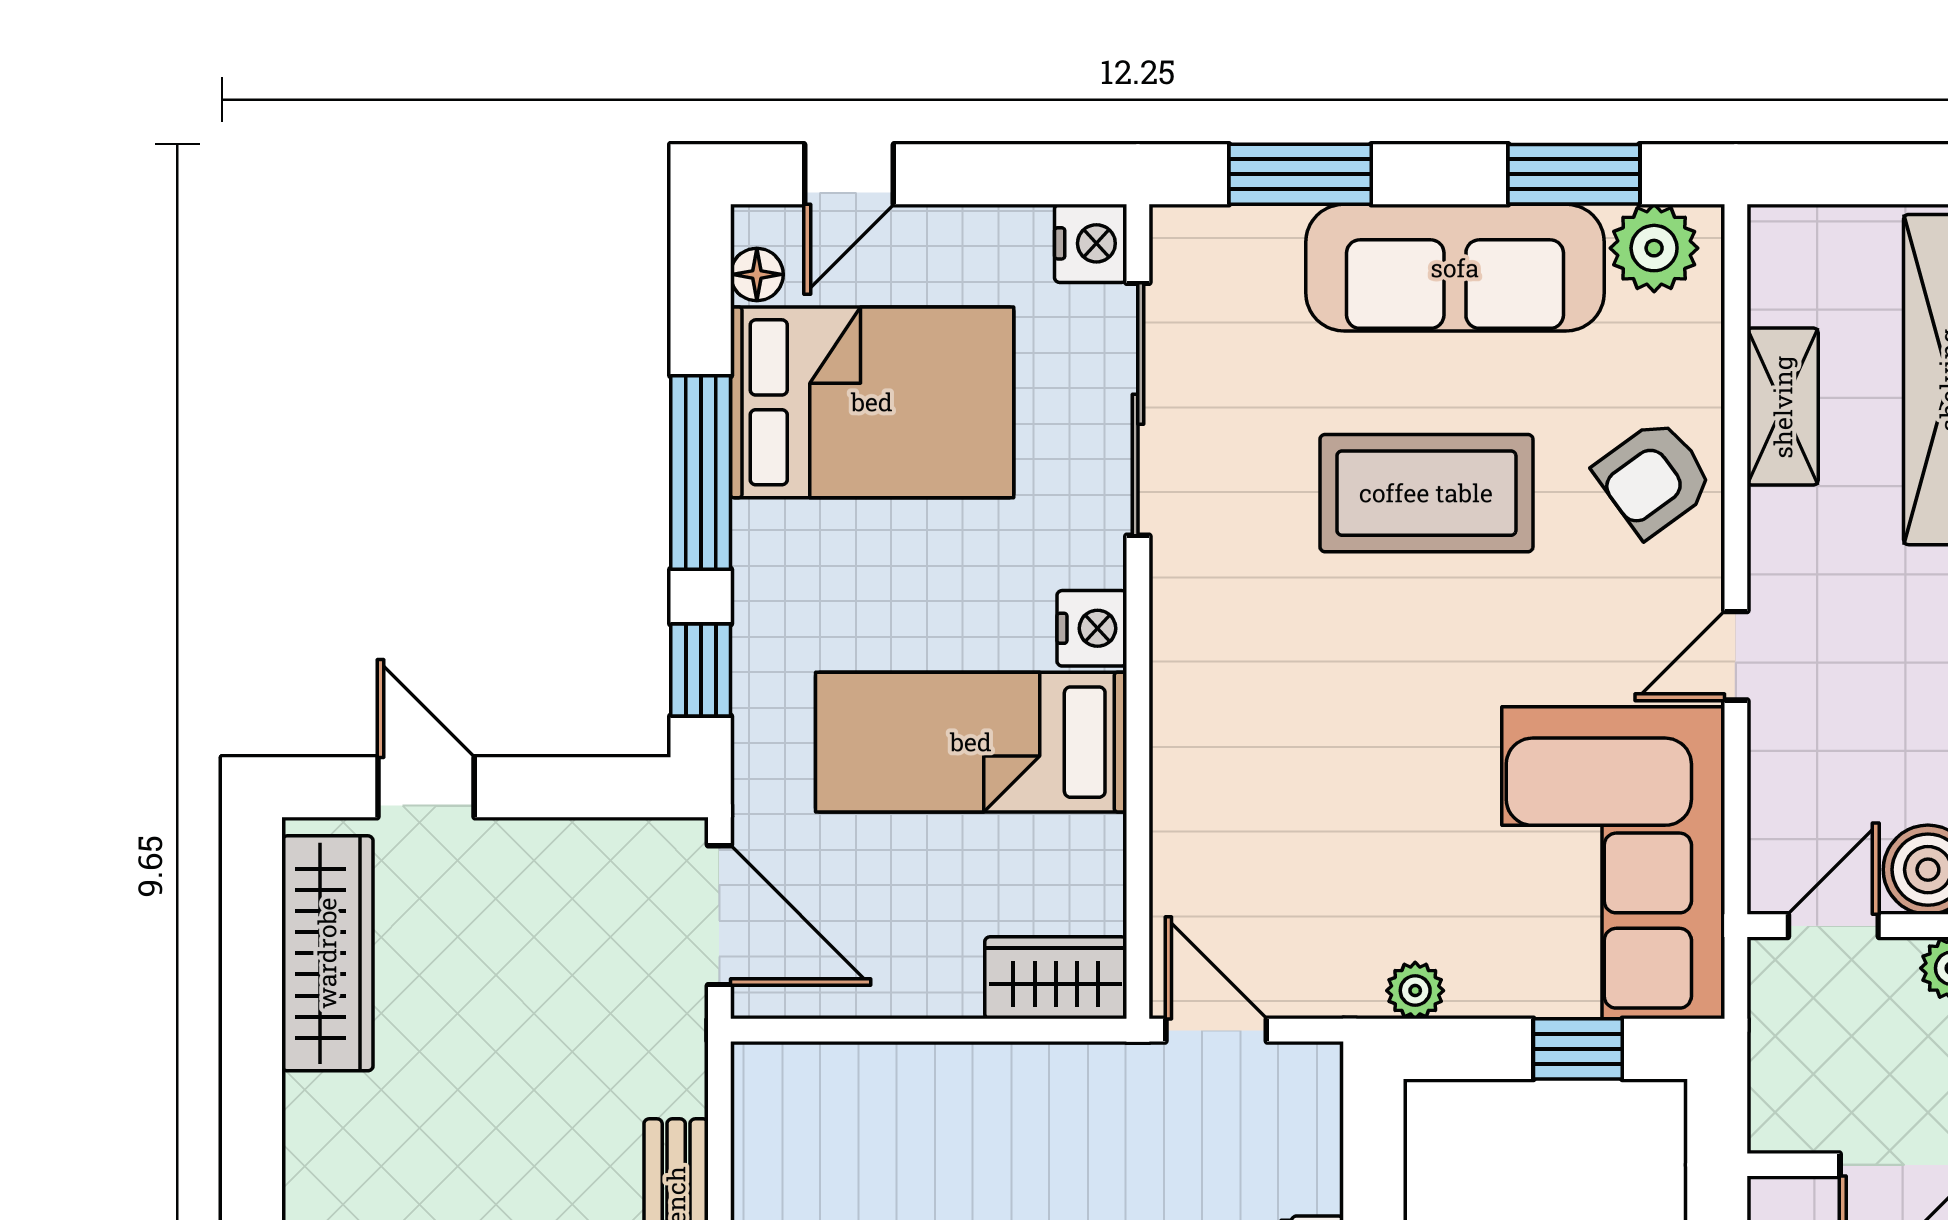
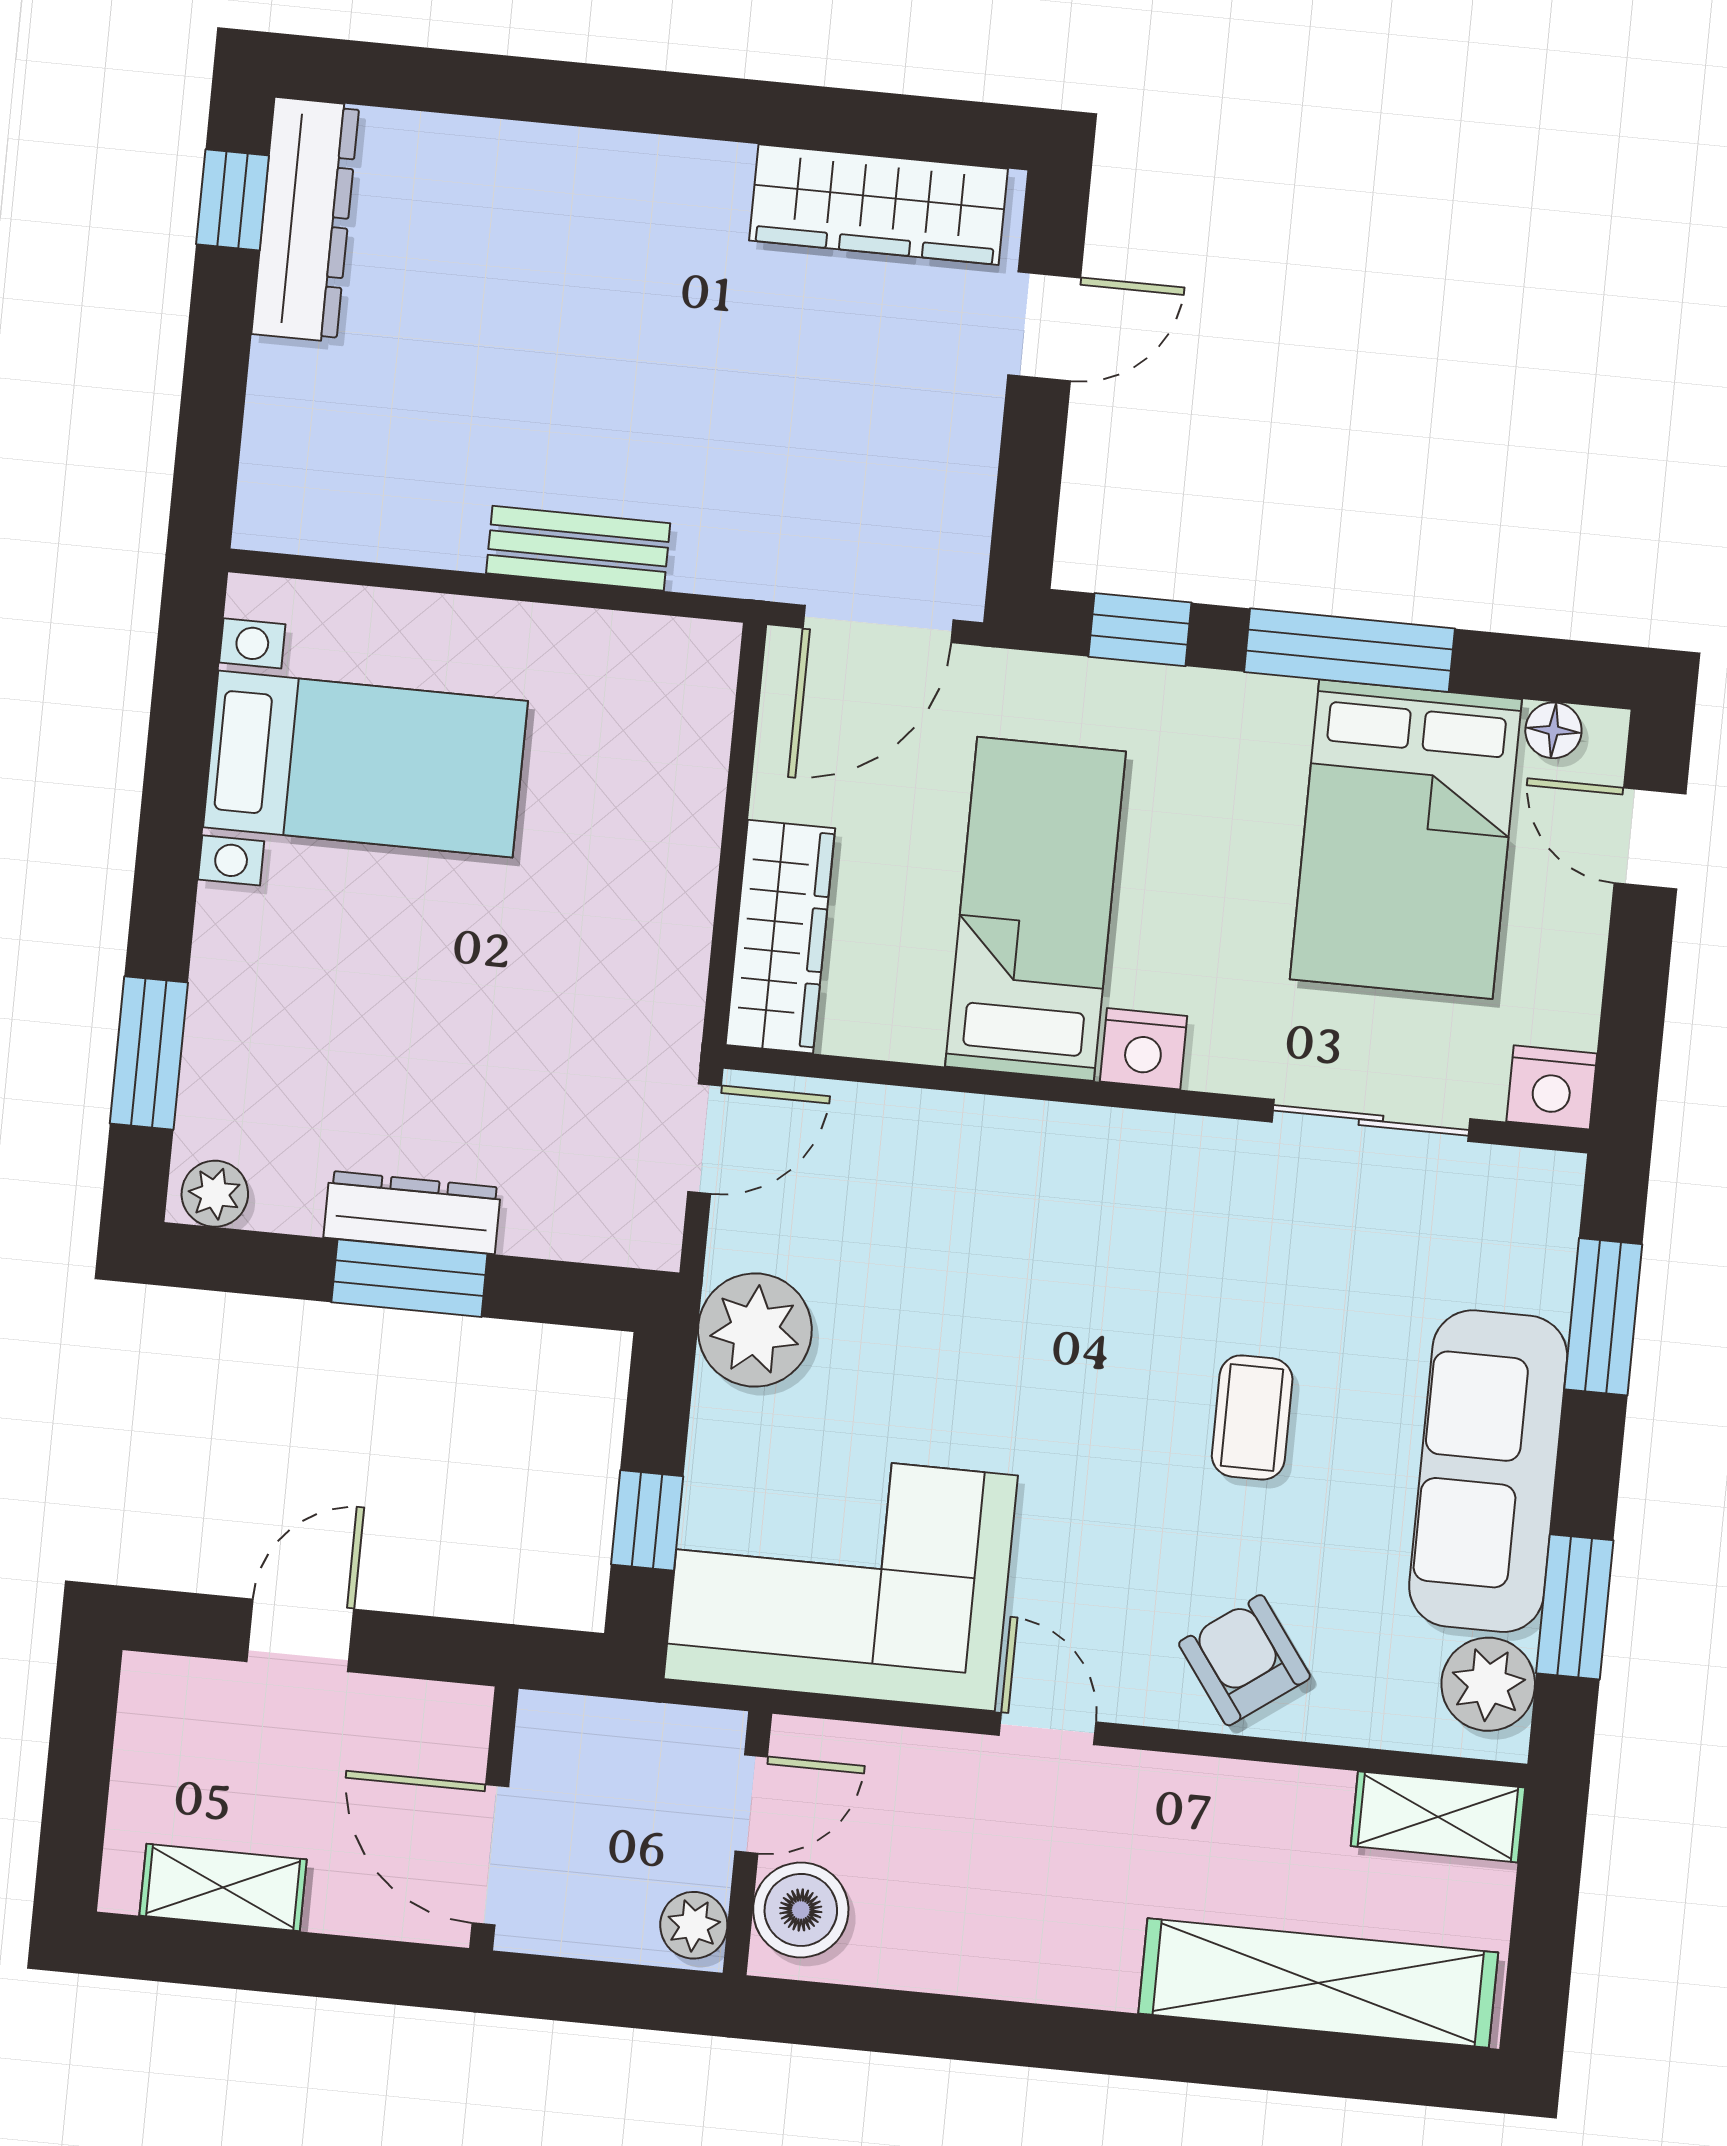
shelving: (1783, 407) -> (1438, 1817), moved
sliding door: (1138, 409) -> (1371, 1120), width x0.73
coffee table: (1426, 493) -> (1252, 1417), width x0.54, depth x0.58
door: (1833, 926) -> (751, 1804), hinge flipped
wardrobe: (1056, 978) -> (780, 937), width x1.50
plant: (1415, 991) -> (755, 1330), width x1.88, depth x1.88

